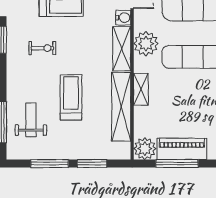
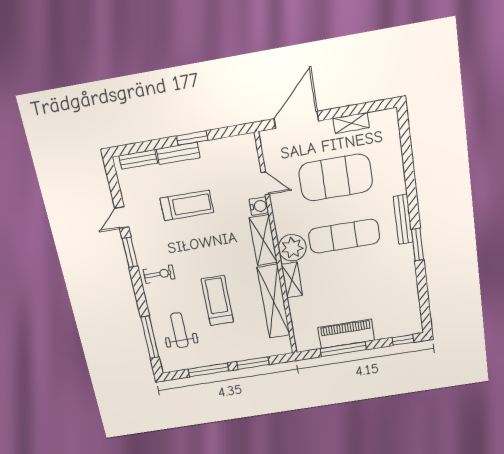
plant: (146, 44) -> (292, 248), moved
exercise bike: (42, 48) -> (159, 274), moved
plant: (145, 149) -> (306, 340), removed

